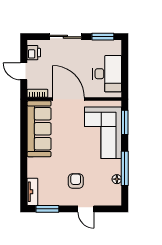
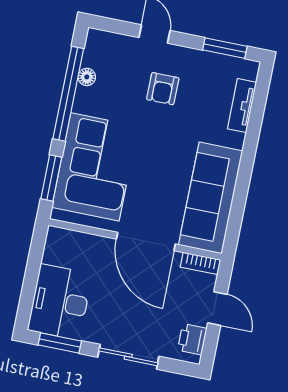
desk: (107, 74) -> (60, 302), moved
window: (125, 168) -> (68, 94), width x1.46
tv unit: (32, 192) -> (242, 106), moved

